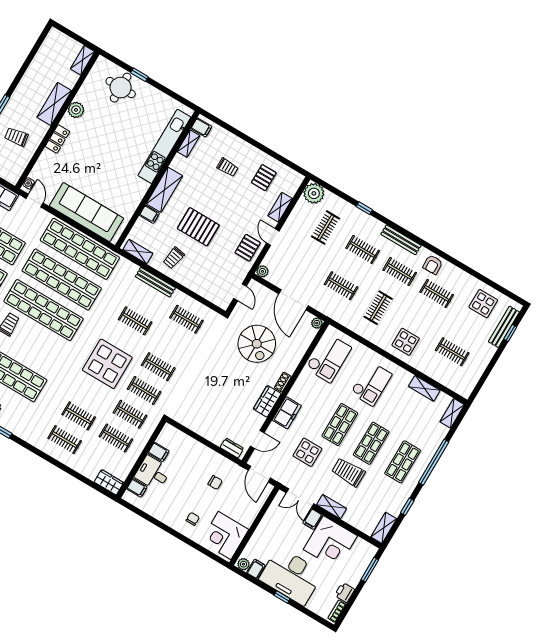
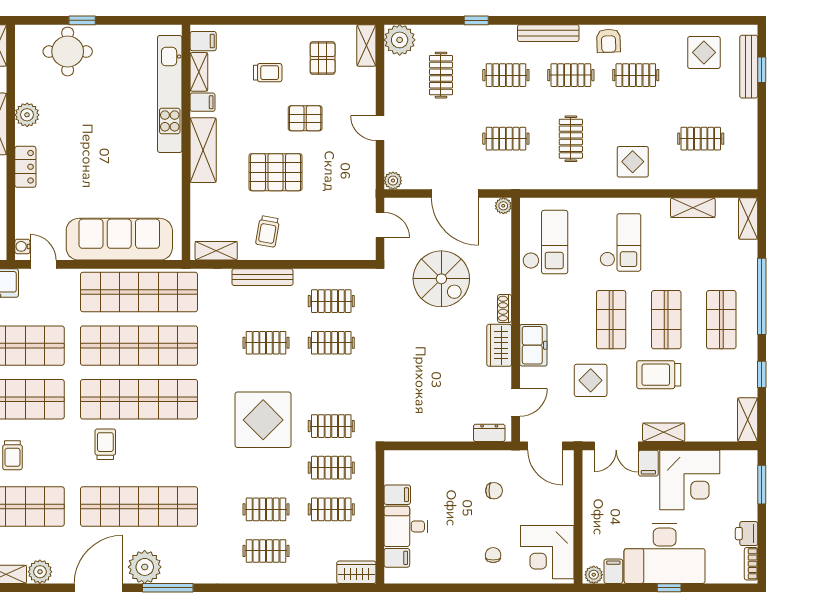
shelving: (280, 207) -> (366, 45), moved
filing cabinet: (149, 214) -> (203, 102), moved
pallet: (248, 248) -> (305, 118), moved, turned 90
clothes rail: (158, 367) -> (331, 343), moved

